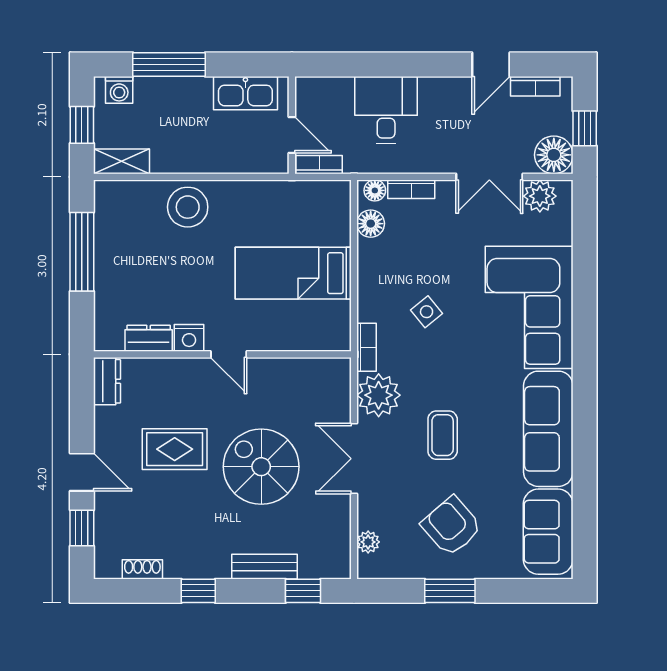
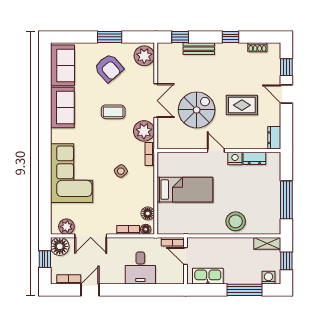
double door: (489, 177) -> (91, 236), swing flipped
sofa: (548, 429) -> (62, 107), width x0.73
coffee table: (443, 435) -> (113, 112), turned 90
spiral stairs: (261, 467) -> (197, 110), moved, turned -90
plant: (368, 542) -> (144, 56), width x1.88, depth x1.88

